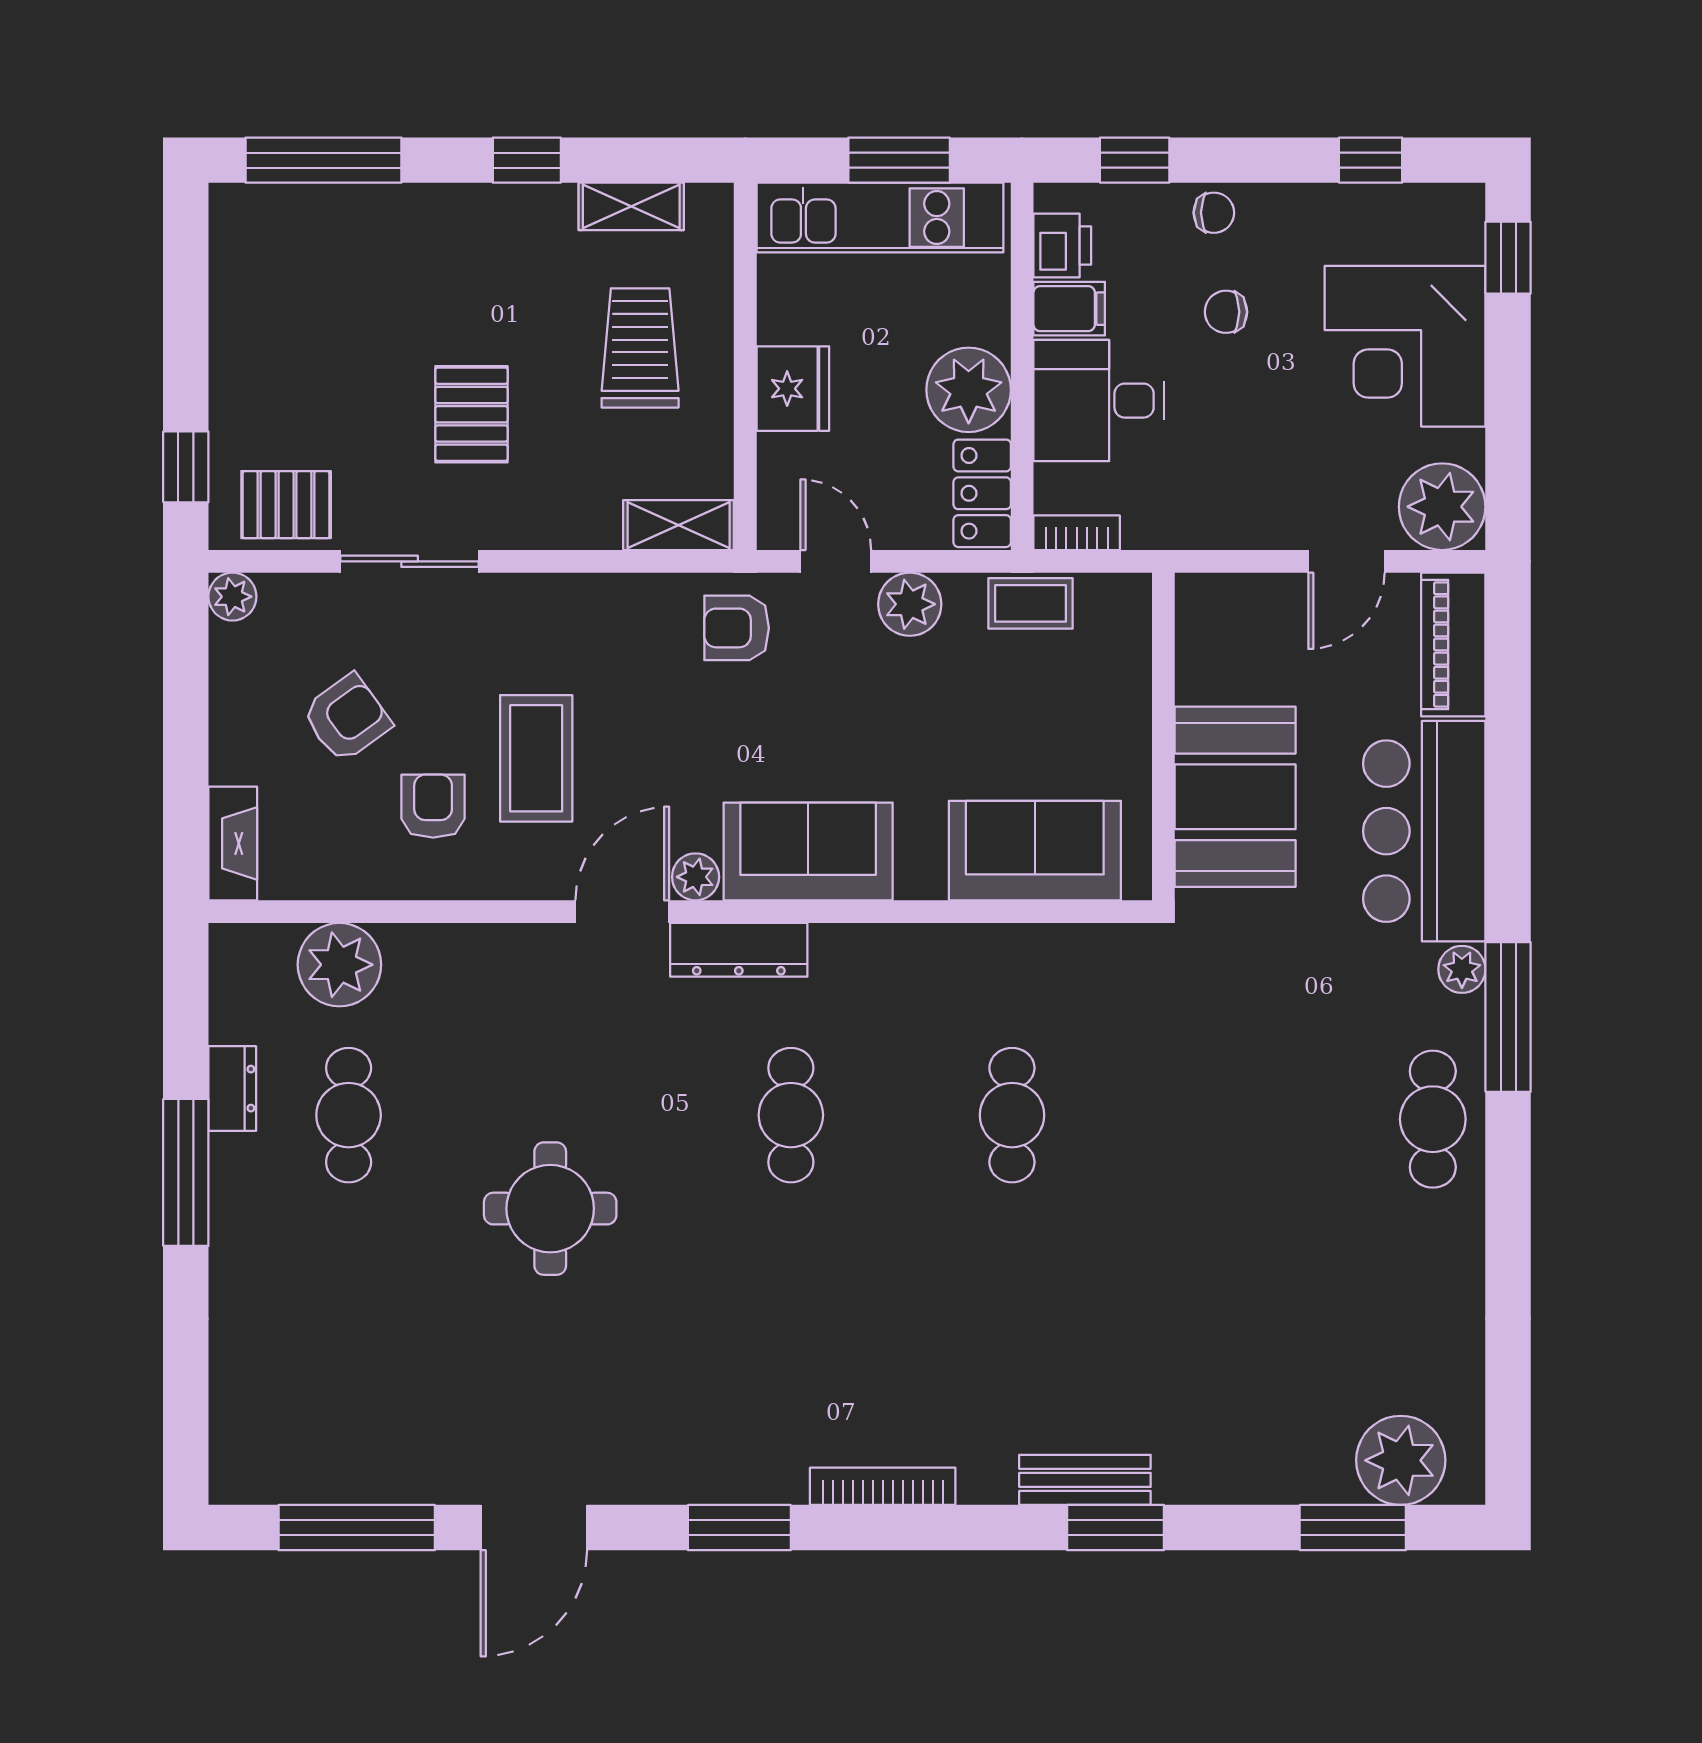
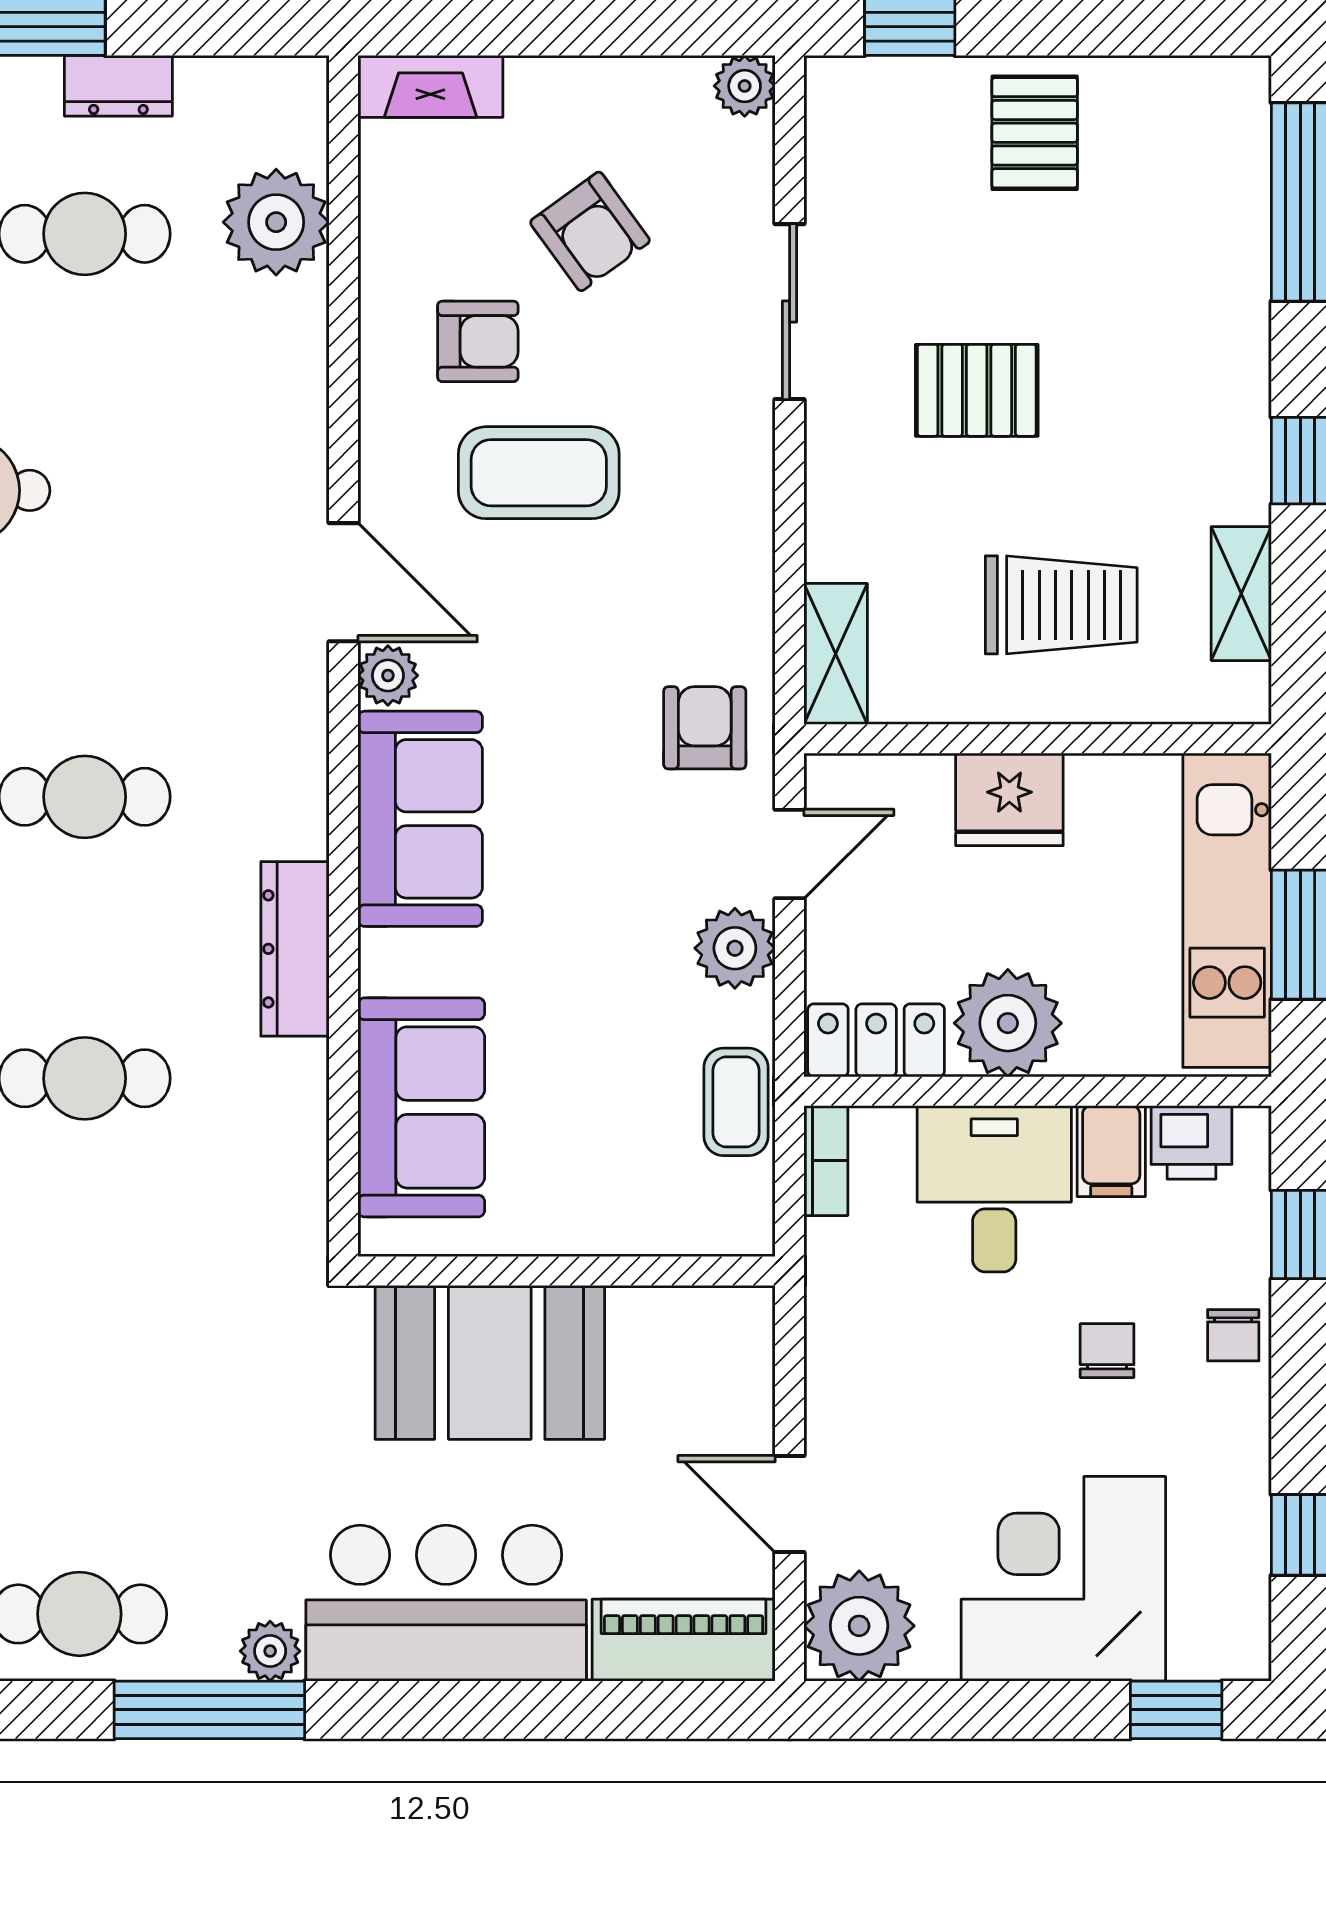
pallet: (286, 505) -> (1035, 133), moved
dresser: (739, 950) -> (295, 949), moved

